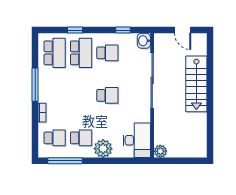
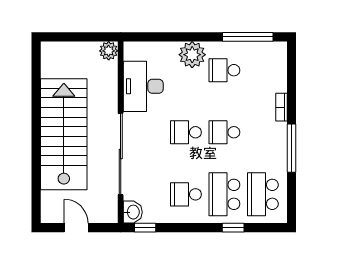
window: (123, 30) -> (145, 228), moved
stairs: (196, 84) -> (64, 134), width x1.36, depth x1.51
school desk: (55, 138) -> (224, 132), moved
desk: (137, 140) -> (143, 86), moved

